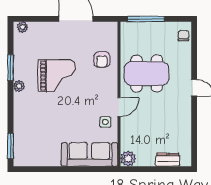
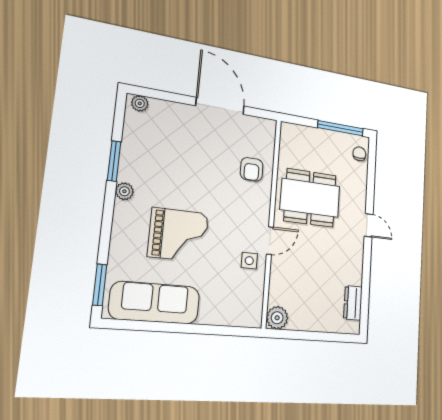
window: (146, 19) -> (341, 128), moved
grand piano: (57, 76) -> (178, 235), moved
sofa: (90, 154) -> (155, 303), moved
dresser: (168, 160) -> (353, 303), moved, turned -90

